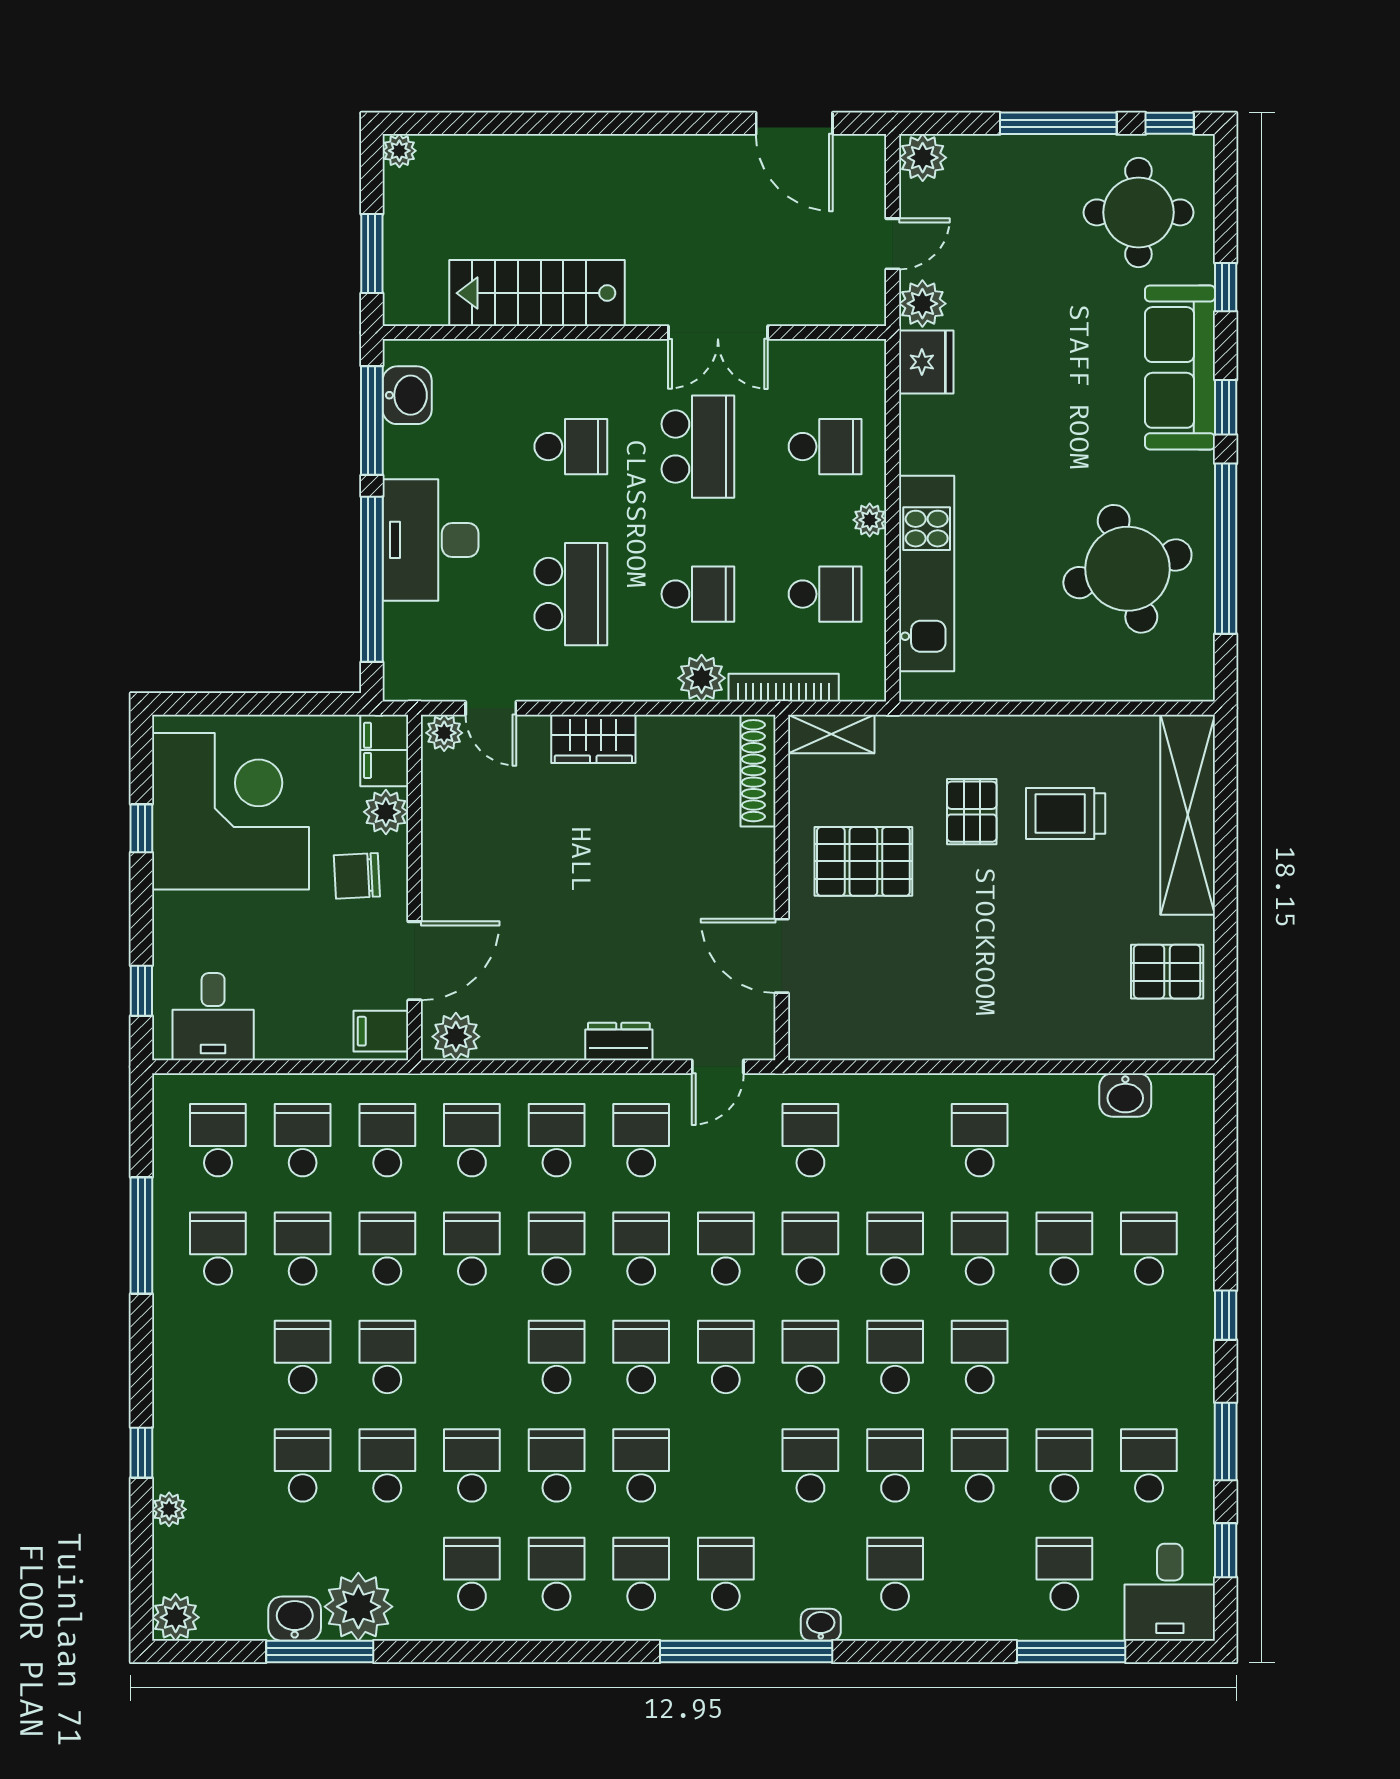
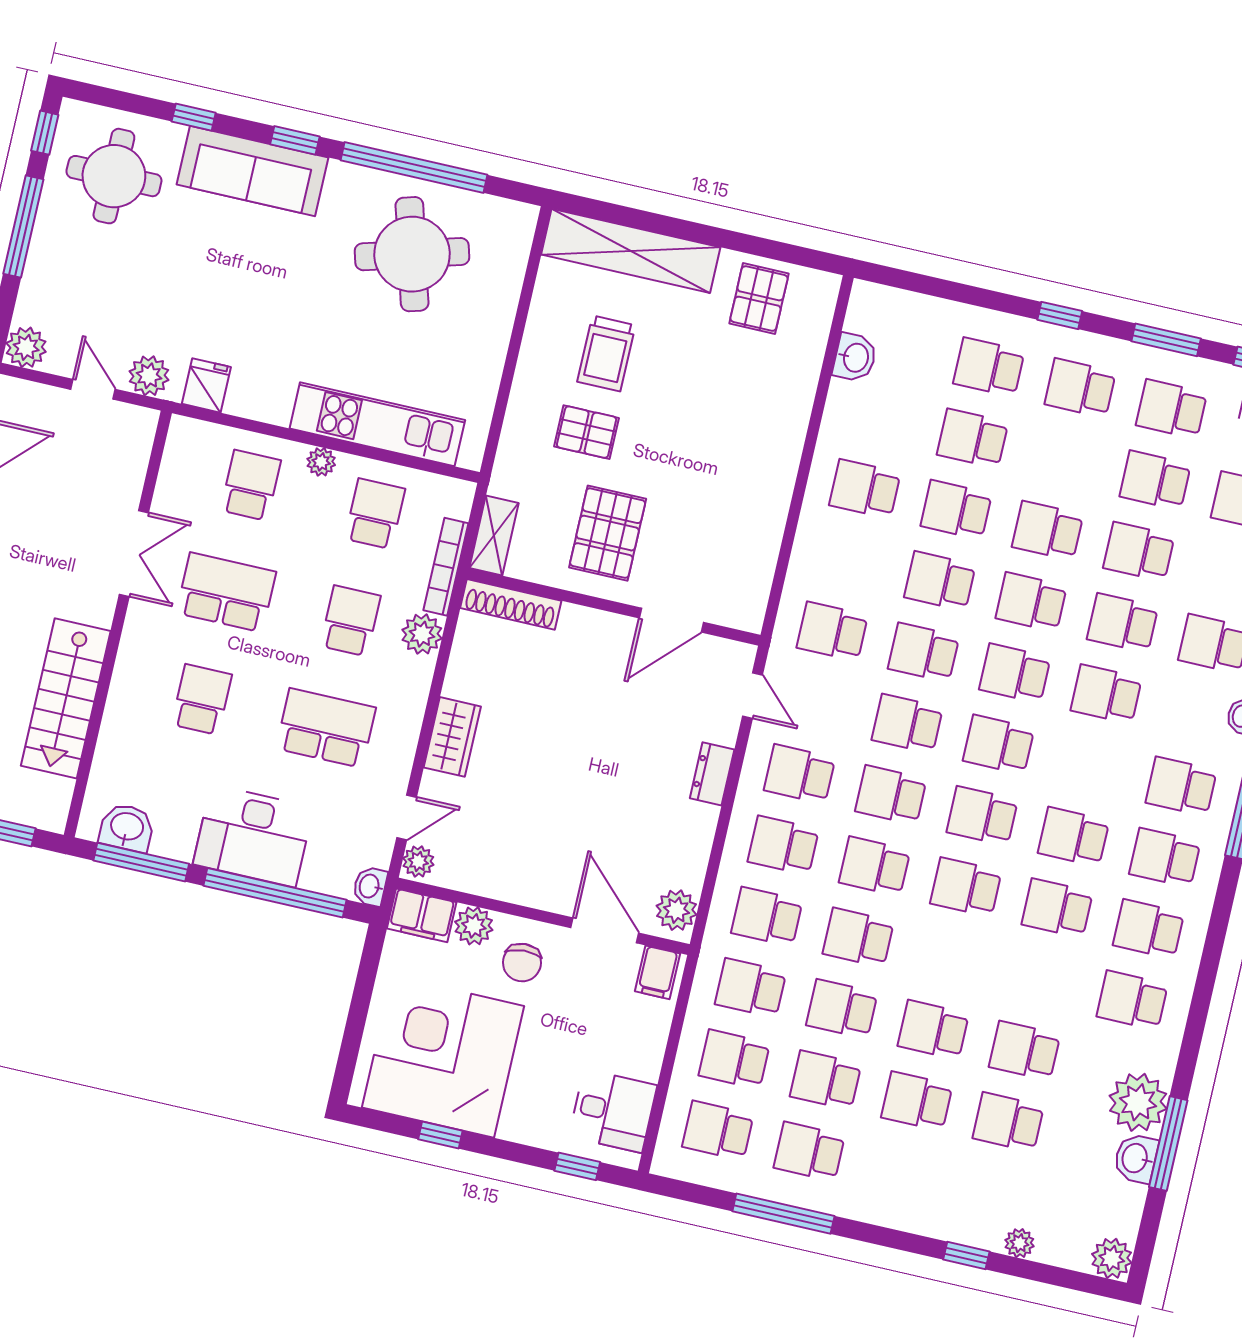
fridge: (926, 362) -> (206, 385), width x0.72
washbasin: (404, 685) -> (370, 886), added
school desk: (472, 1465) -> (1080, 388), moved

